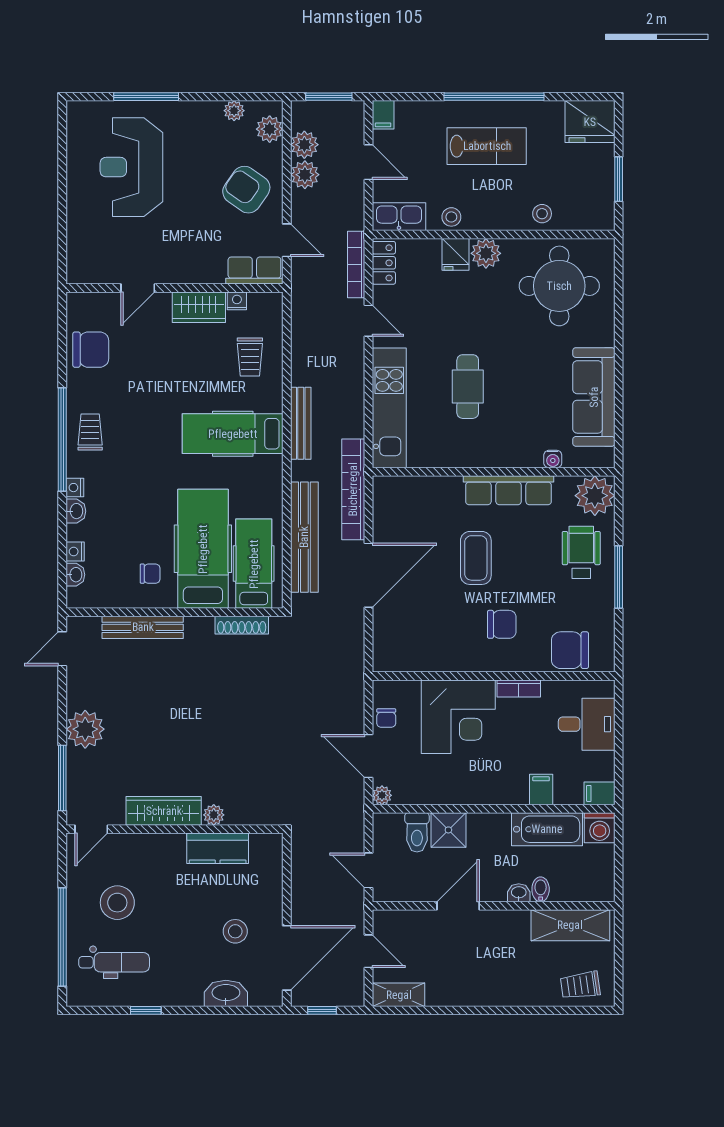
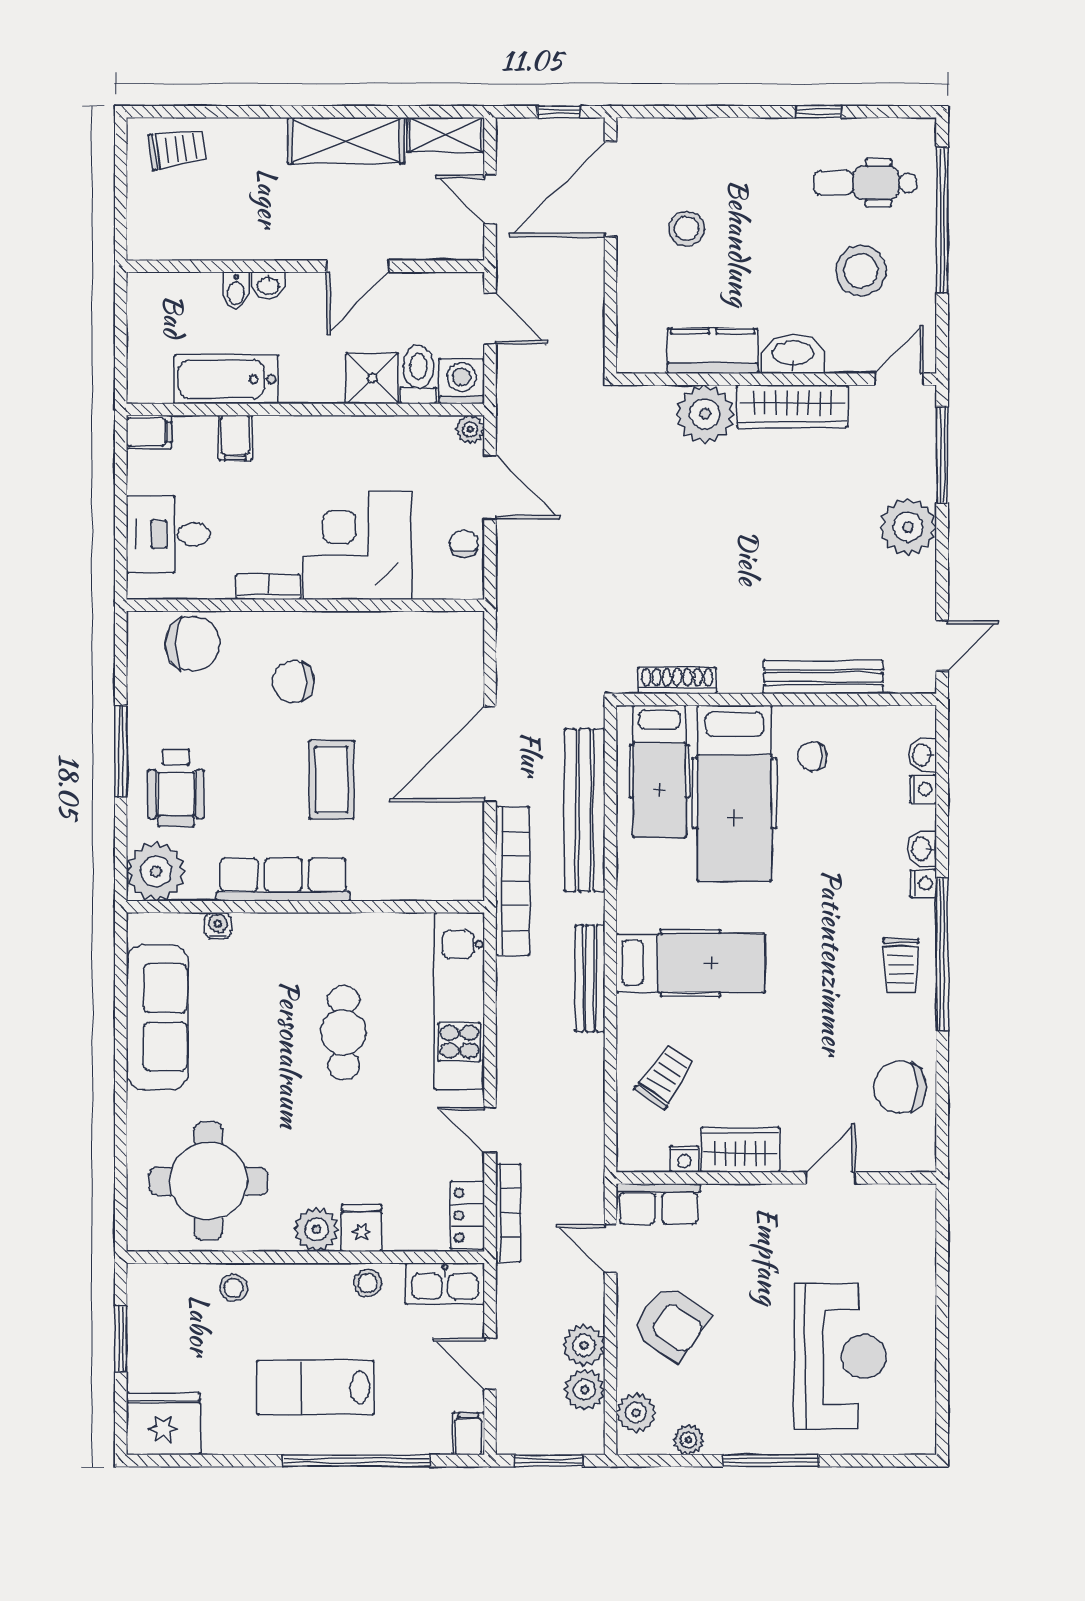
window: (146, 97) -> (771, 1461), moved
window: (494, 97) -> (356, 1461), moved
trolley: (250, 357) -> (665, 1076), turned 34
plant: (214, 815) -> (705, 414), width x1.88, depth x1.88
washing machine: (600, 828) -> (462, 381), moved
shelving: (570, 925) -> (346, 141), moved
washbasin: (226, 993) -> (793, 354), moved, turned 180

